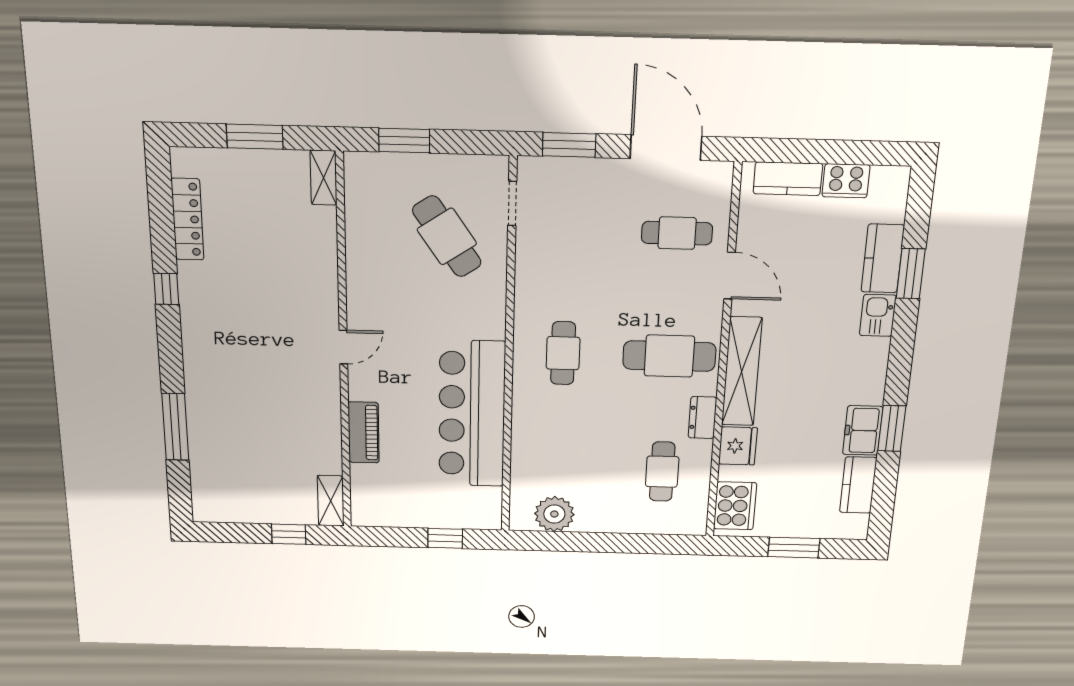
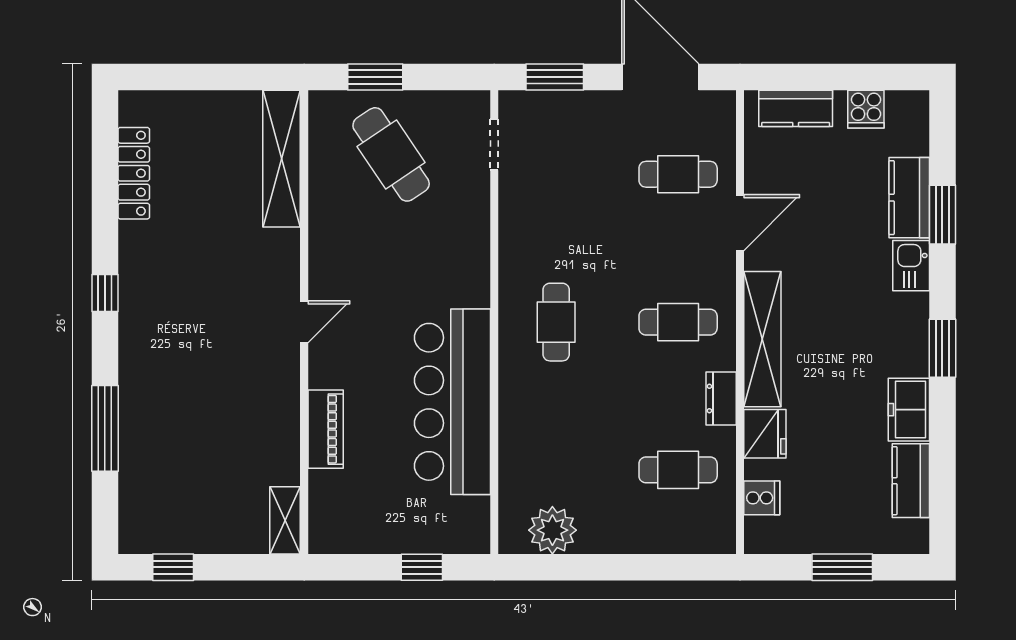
window: (255, 137) -> (212, 77), removed
shelving: (324, 178) -> (282, 159), width x2.20, depth x1.33
cooker: (846, 181) -> (866, 109), width x0.73
cafe table: (447, 236) -> (391, 154), moved
door: (730, 276) -> (740, 223), hinge flipped
window: (166, 289) -> (105, 293), moved
cafe table: (669, 356) -> (678, 322), width x0.73, depth x0.74
window: (892, 428) -> (942, 348), moved
cafe table: (662, 472) -> (678, 470), turned 90
cooker: (735, 506) -> (762, 498), width x0.53, depth x0.76
window: (289, 534) -> (173, 567), moved

